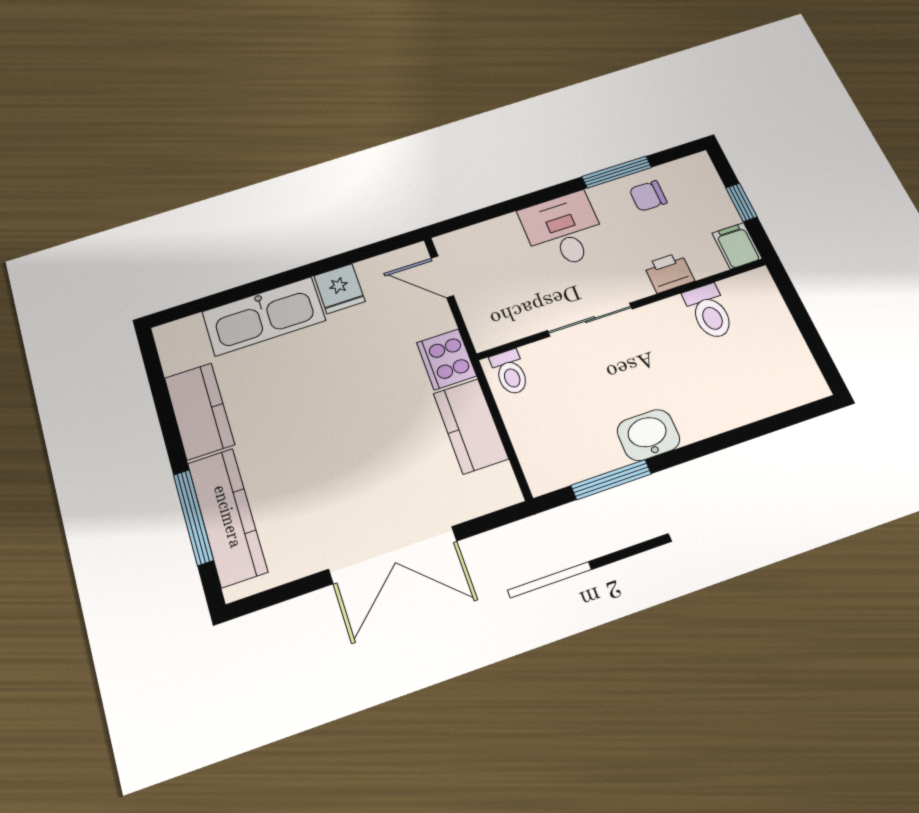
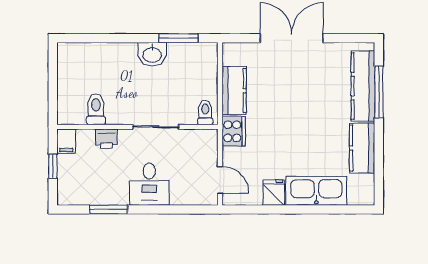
chair: (648, 196) -> (98, 188), removed

